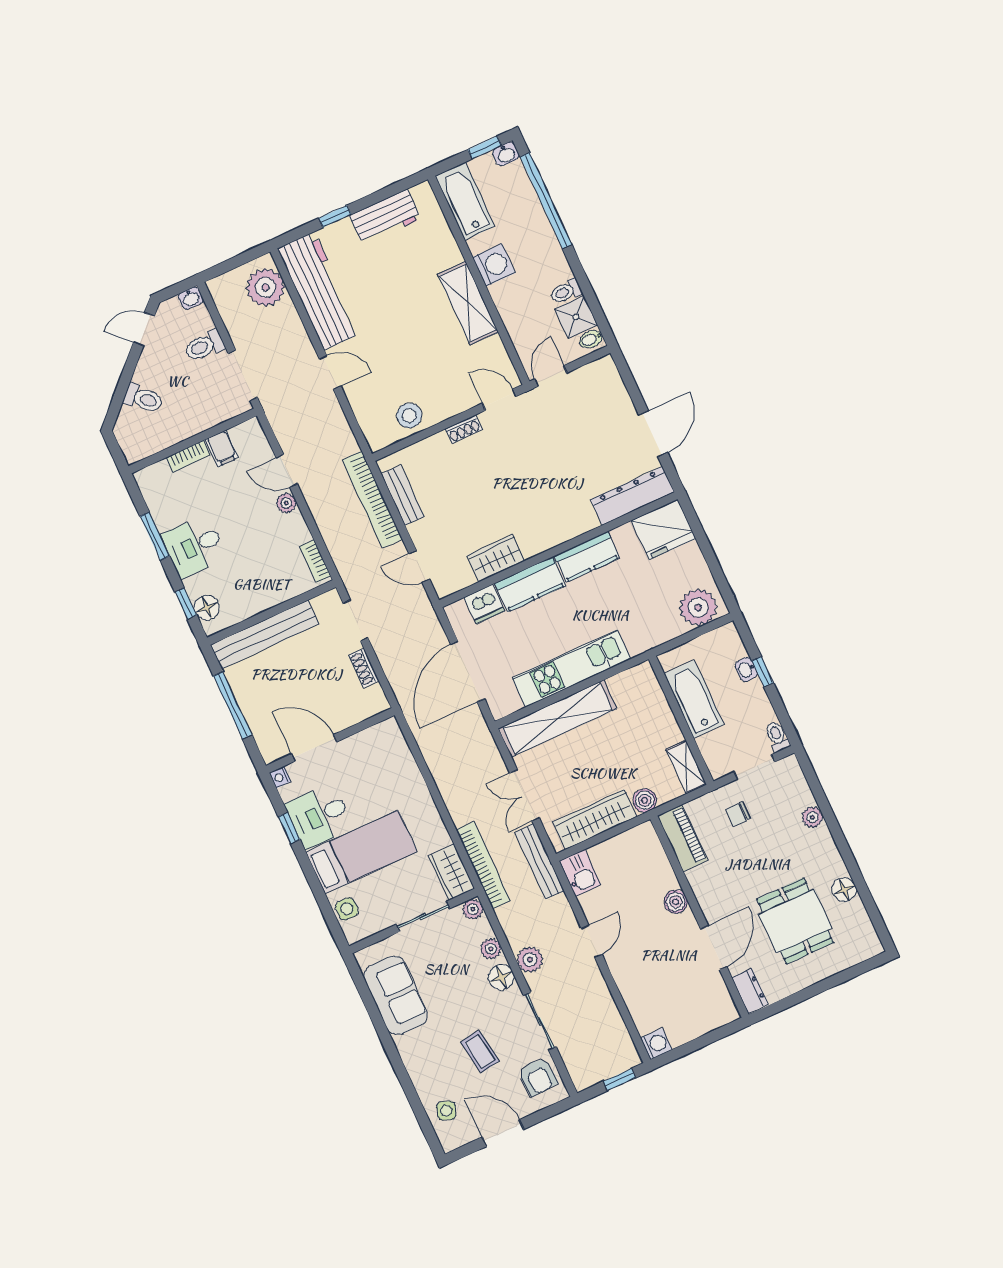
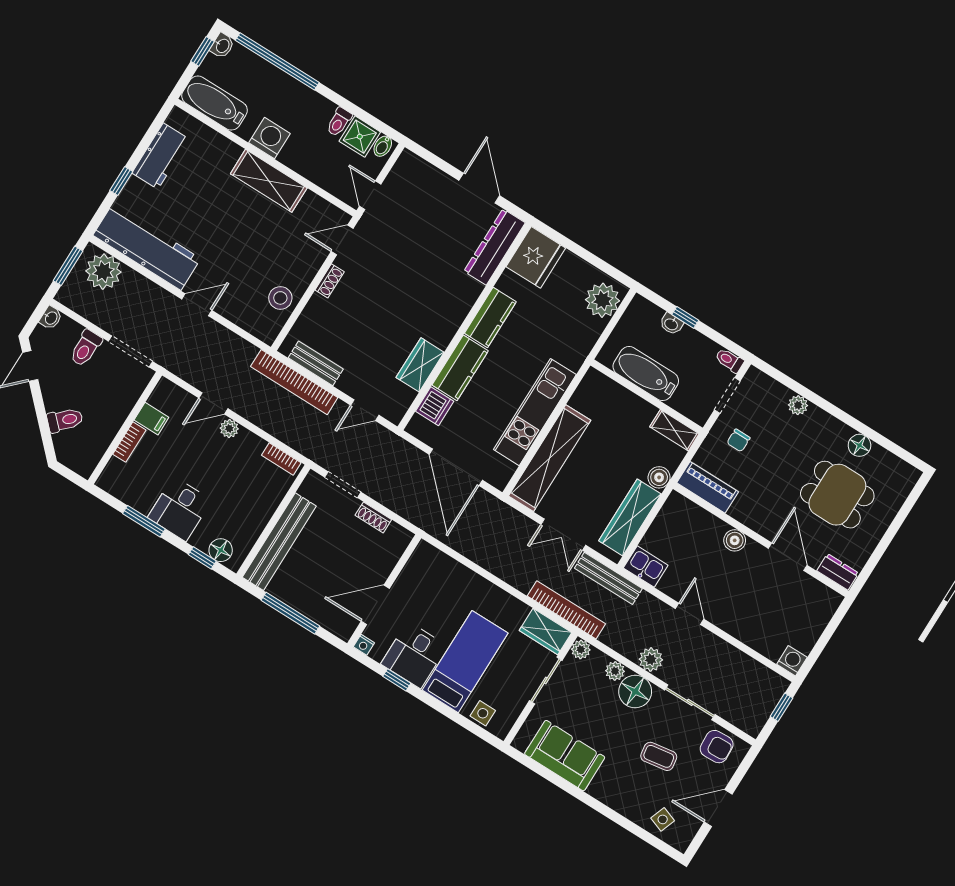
window: (237, 261) -> (68, 266), added
floor lamp: (501, 977) -> (635, 691), width x1.38, depth x1.38

